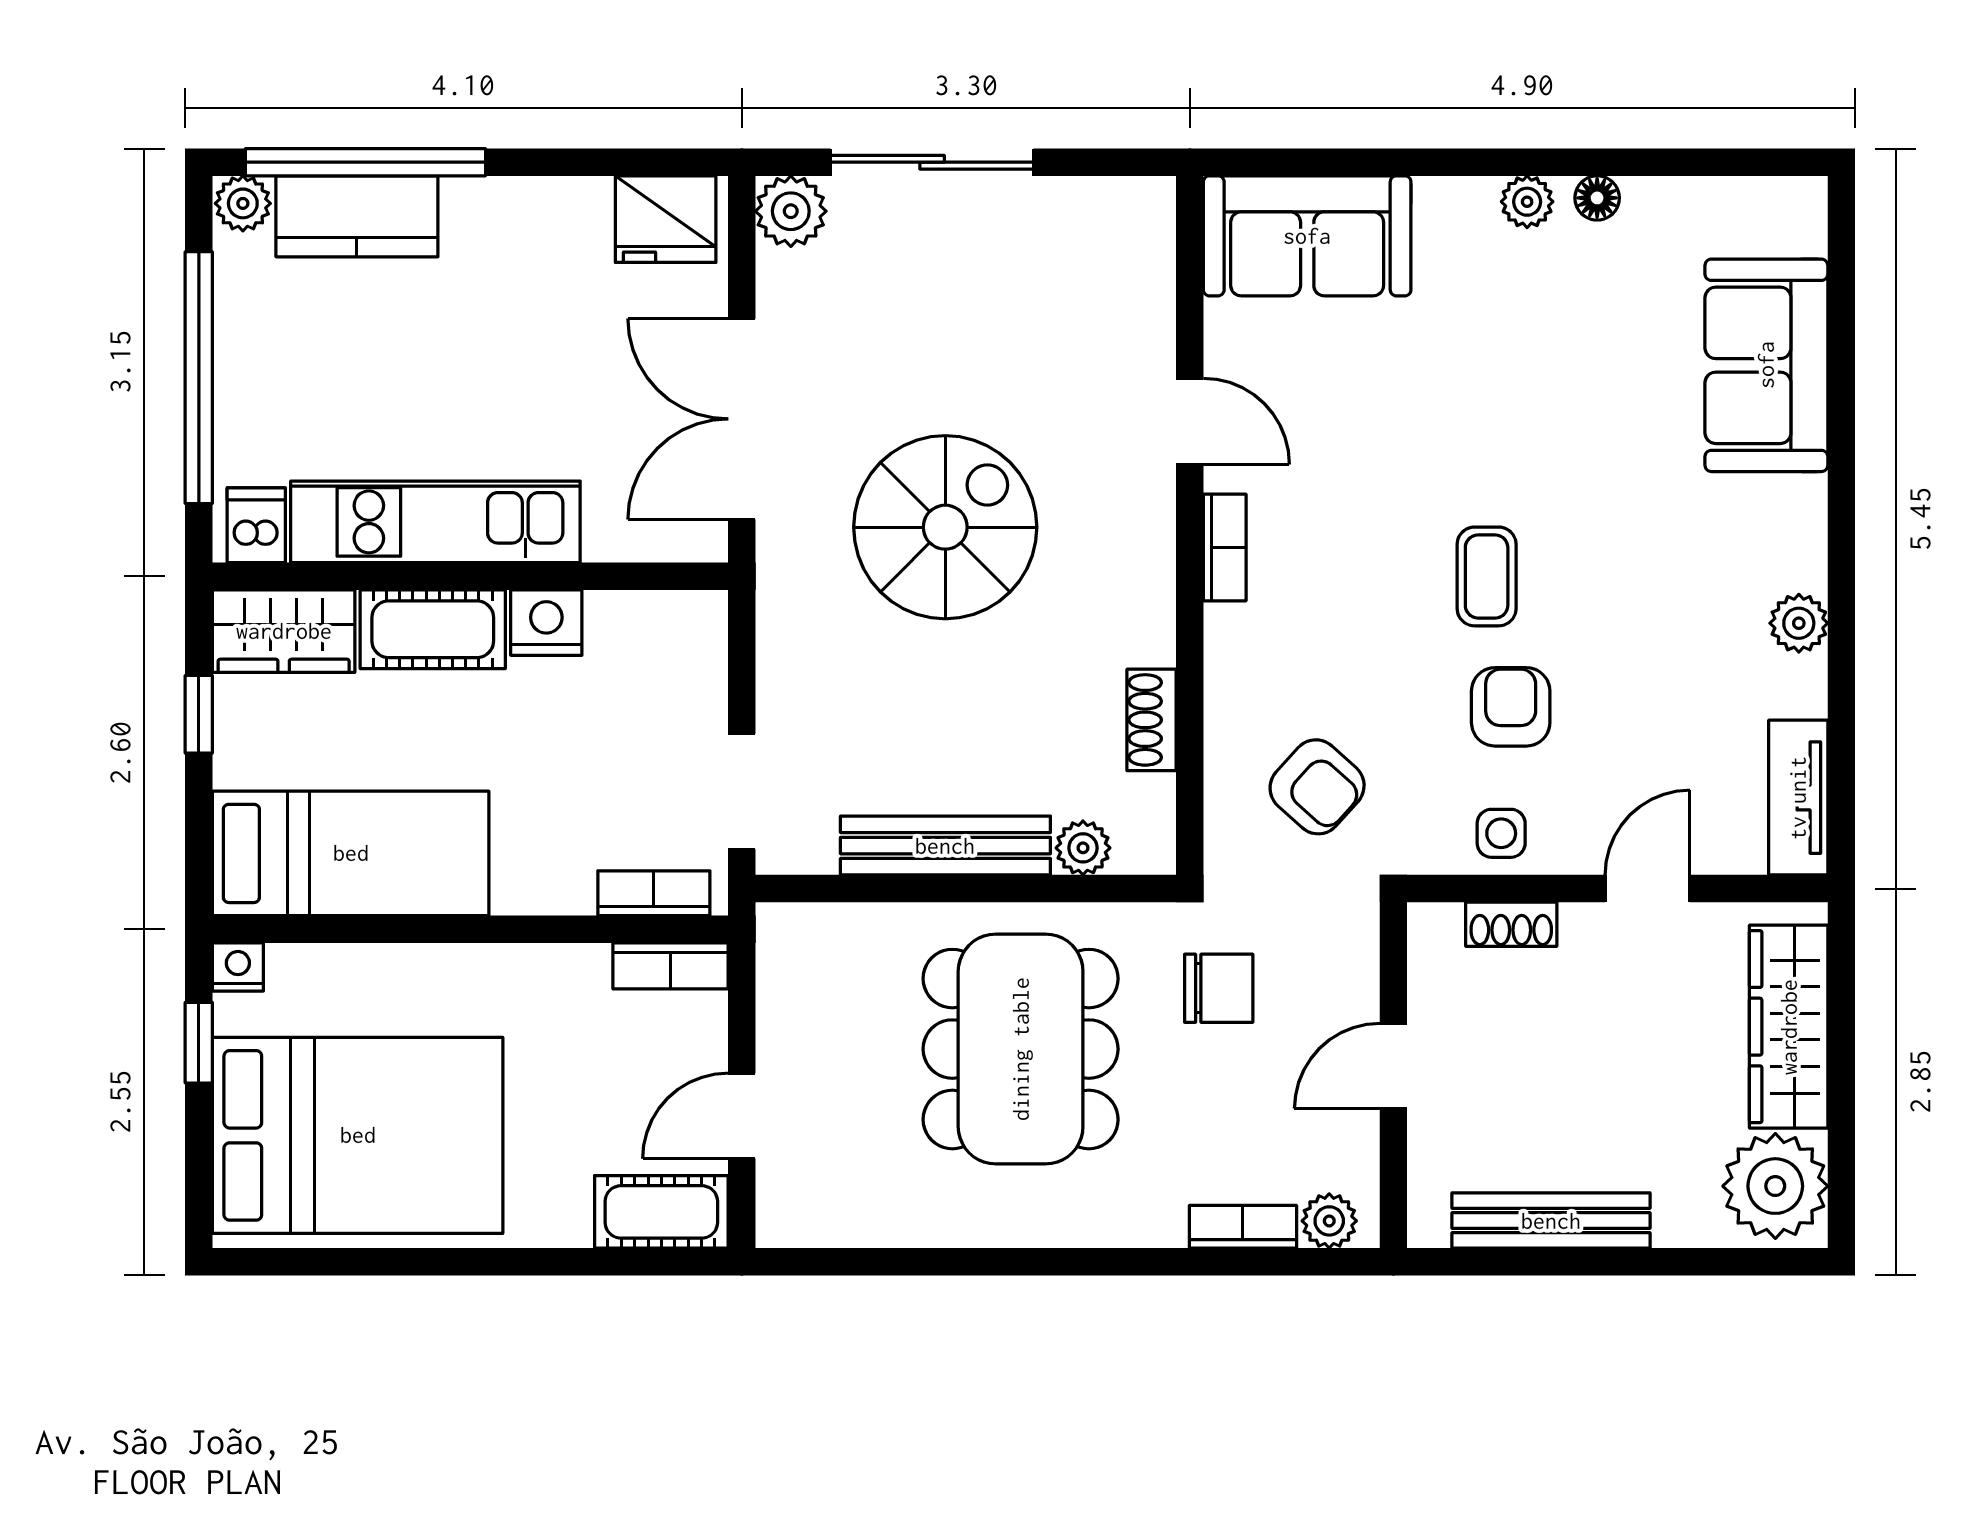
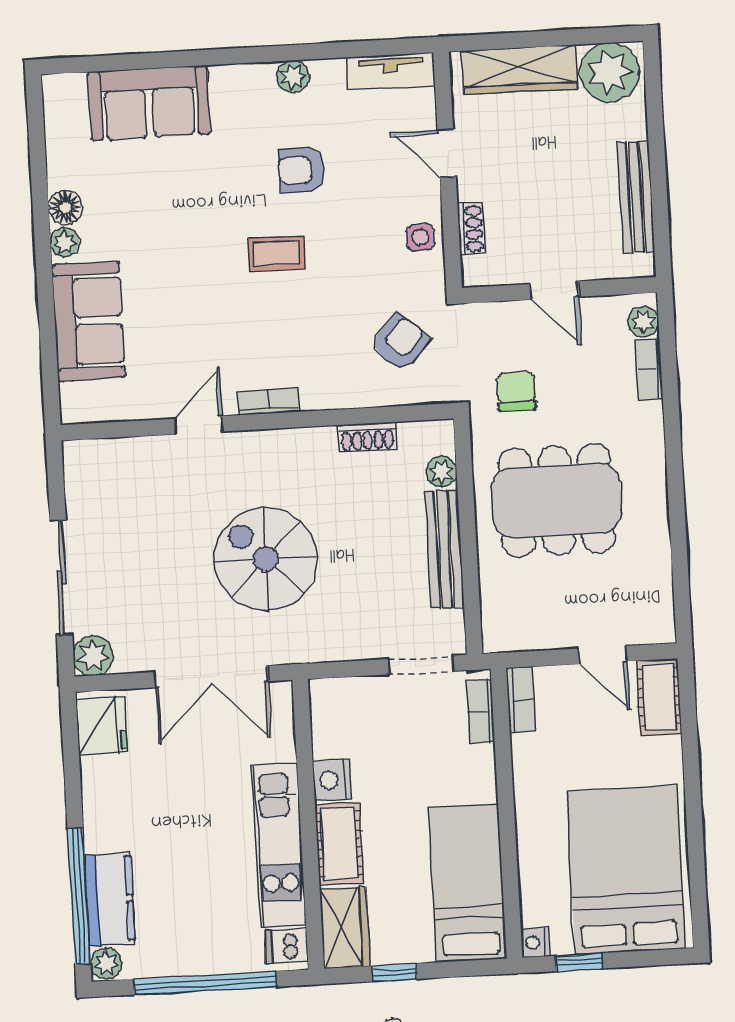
floor lamp: (1597, 198) -> (65, 208), width x1.37, depth x1.37
sofa: (1307, 236) -> (88, 321), moved
armchair: (1511, 707) -> (301, 170), moved

